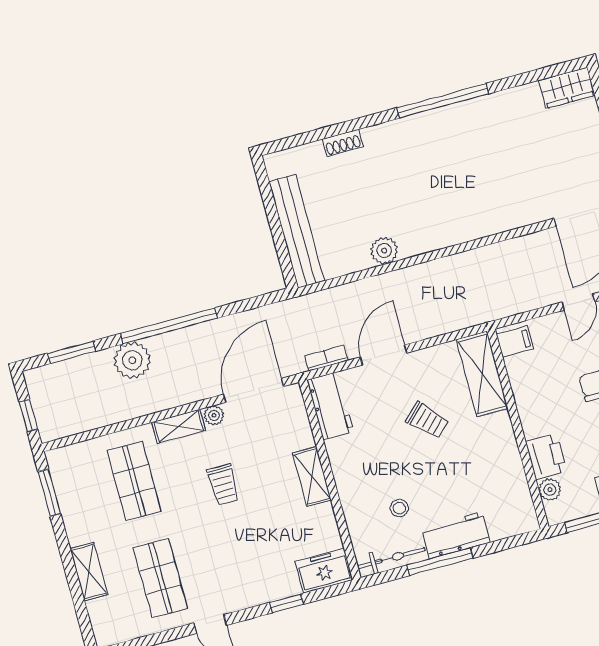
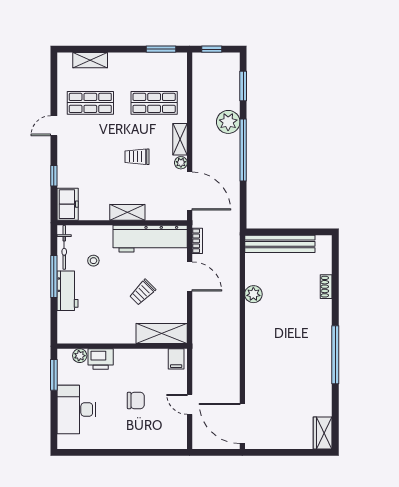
workbench: (330, 406) -> (150, 239), width x1.88, depth x1.32
shelving: (89, 572) -> (90, 60), moved

